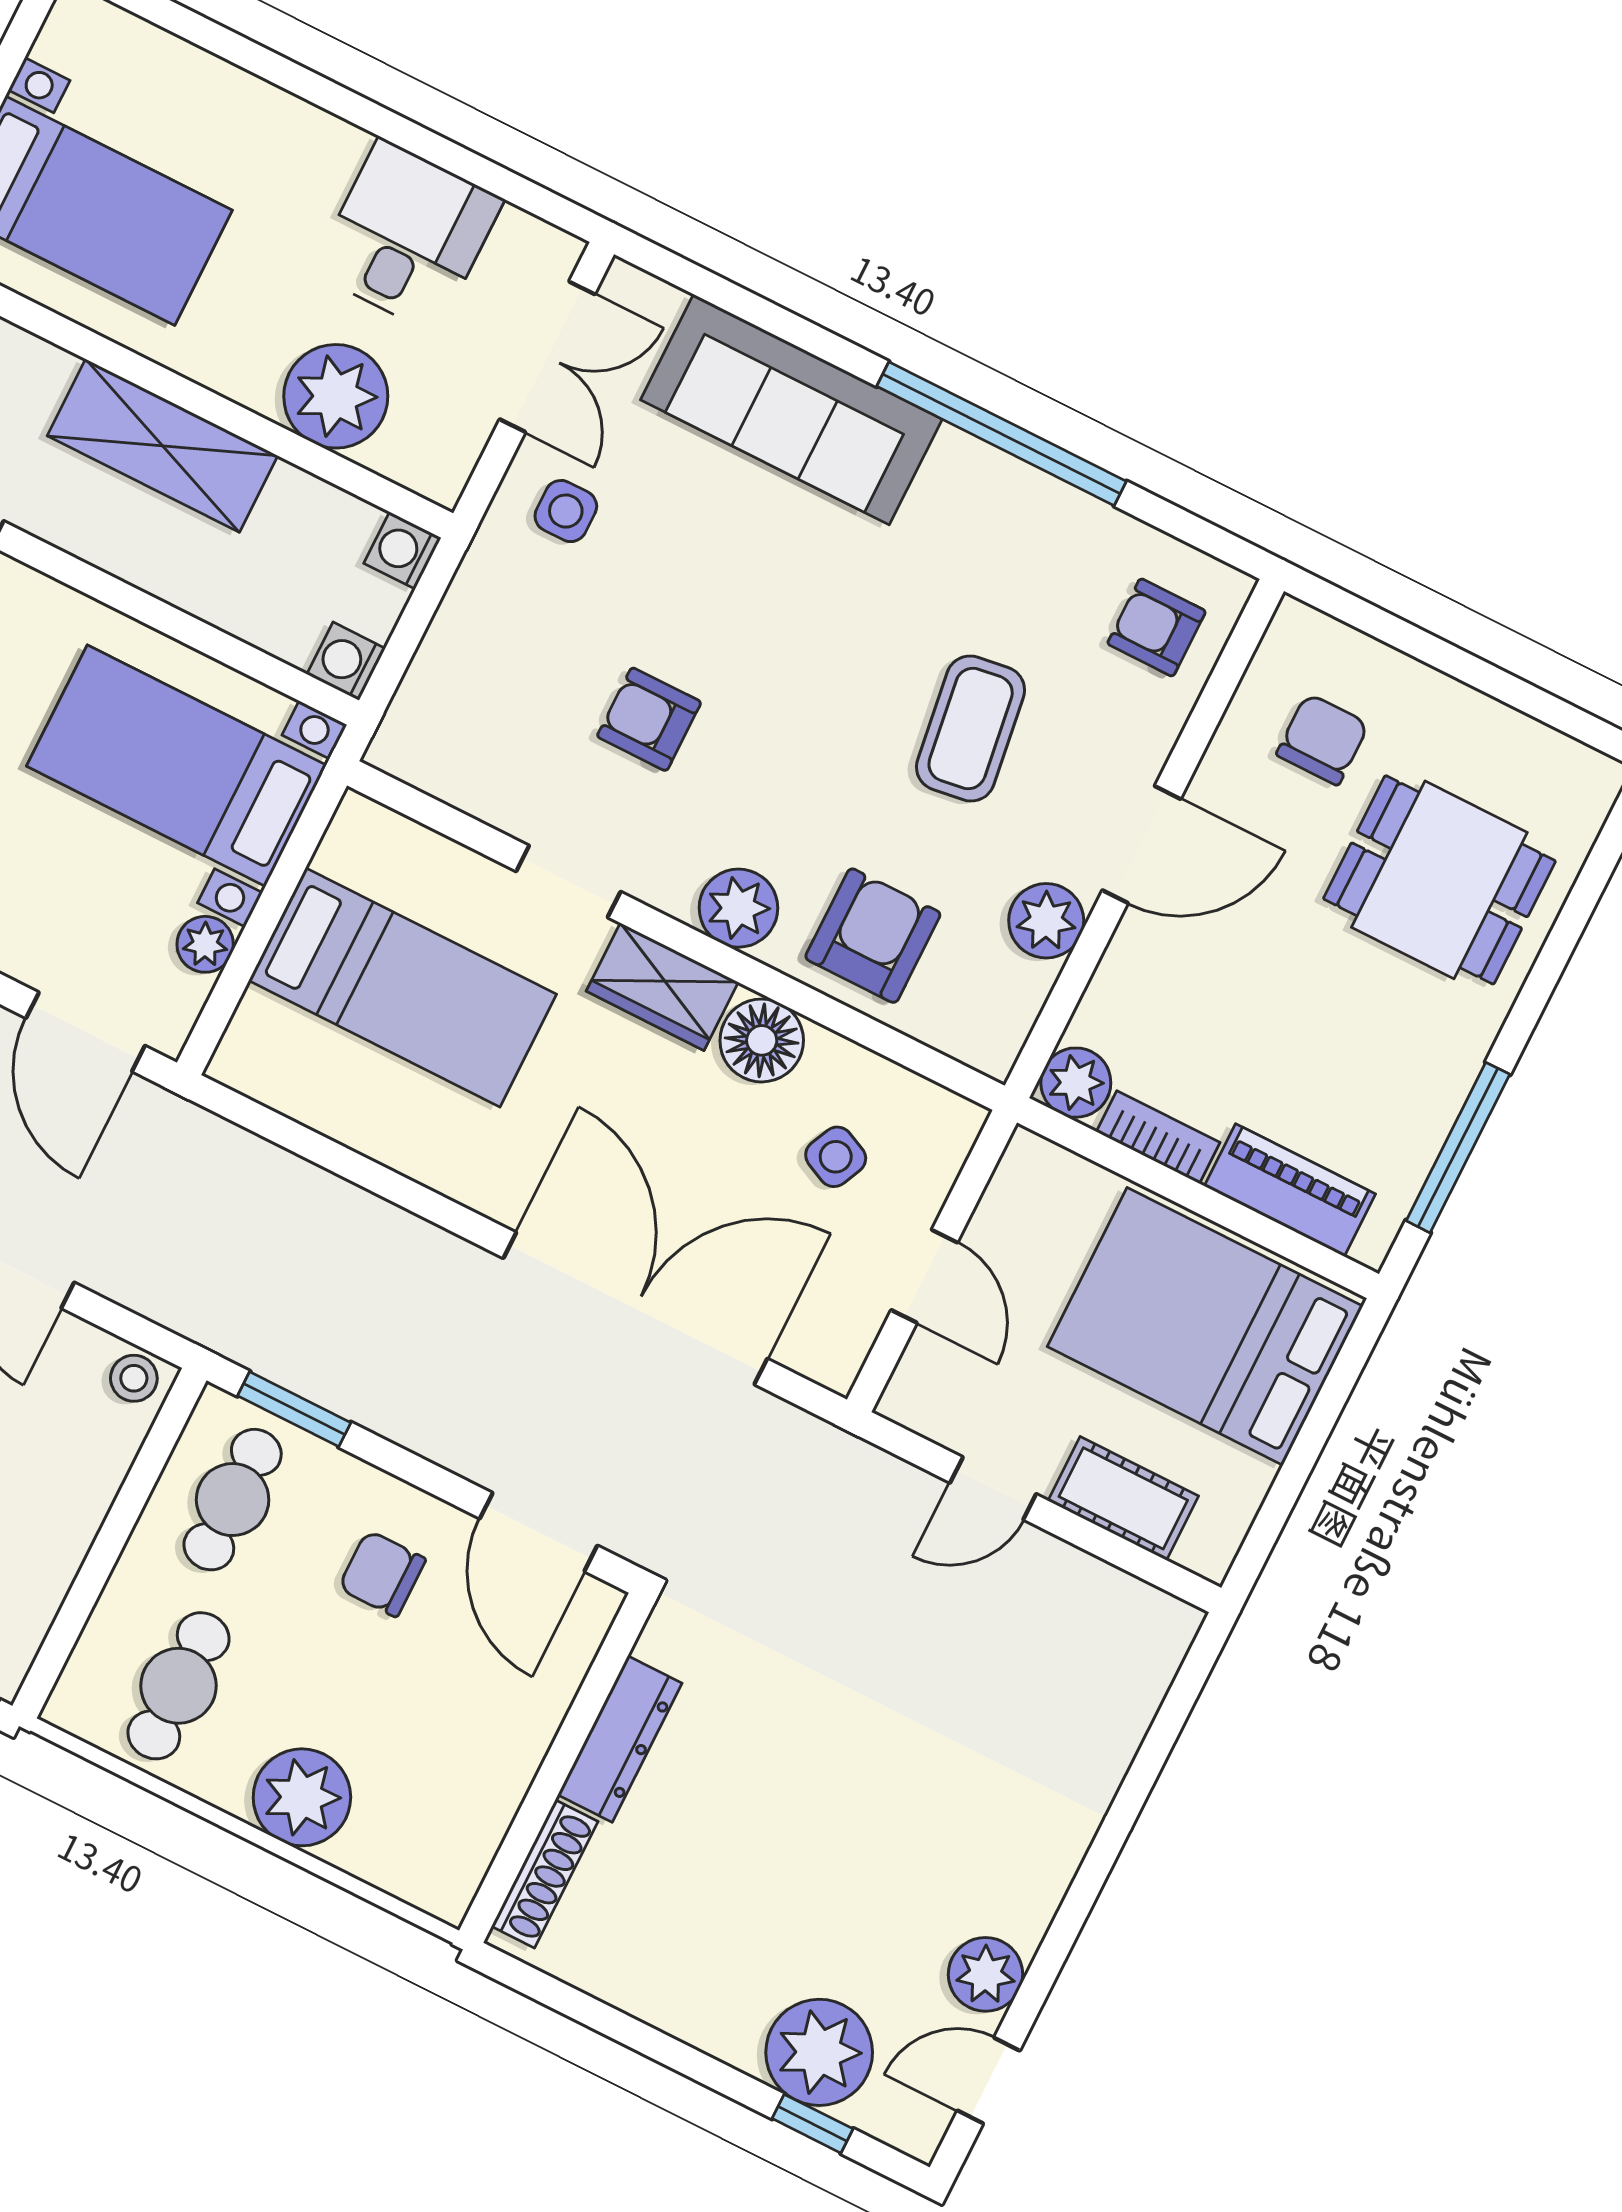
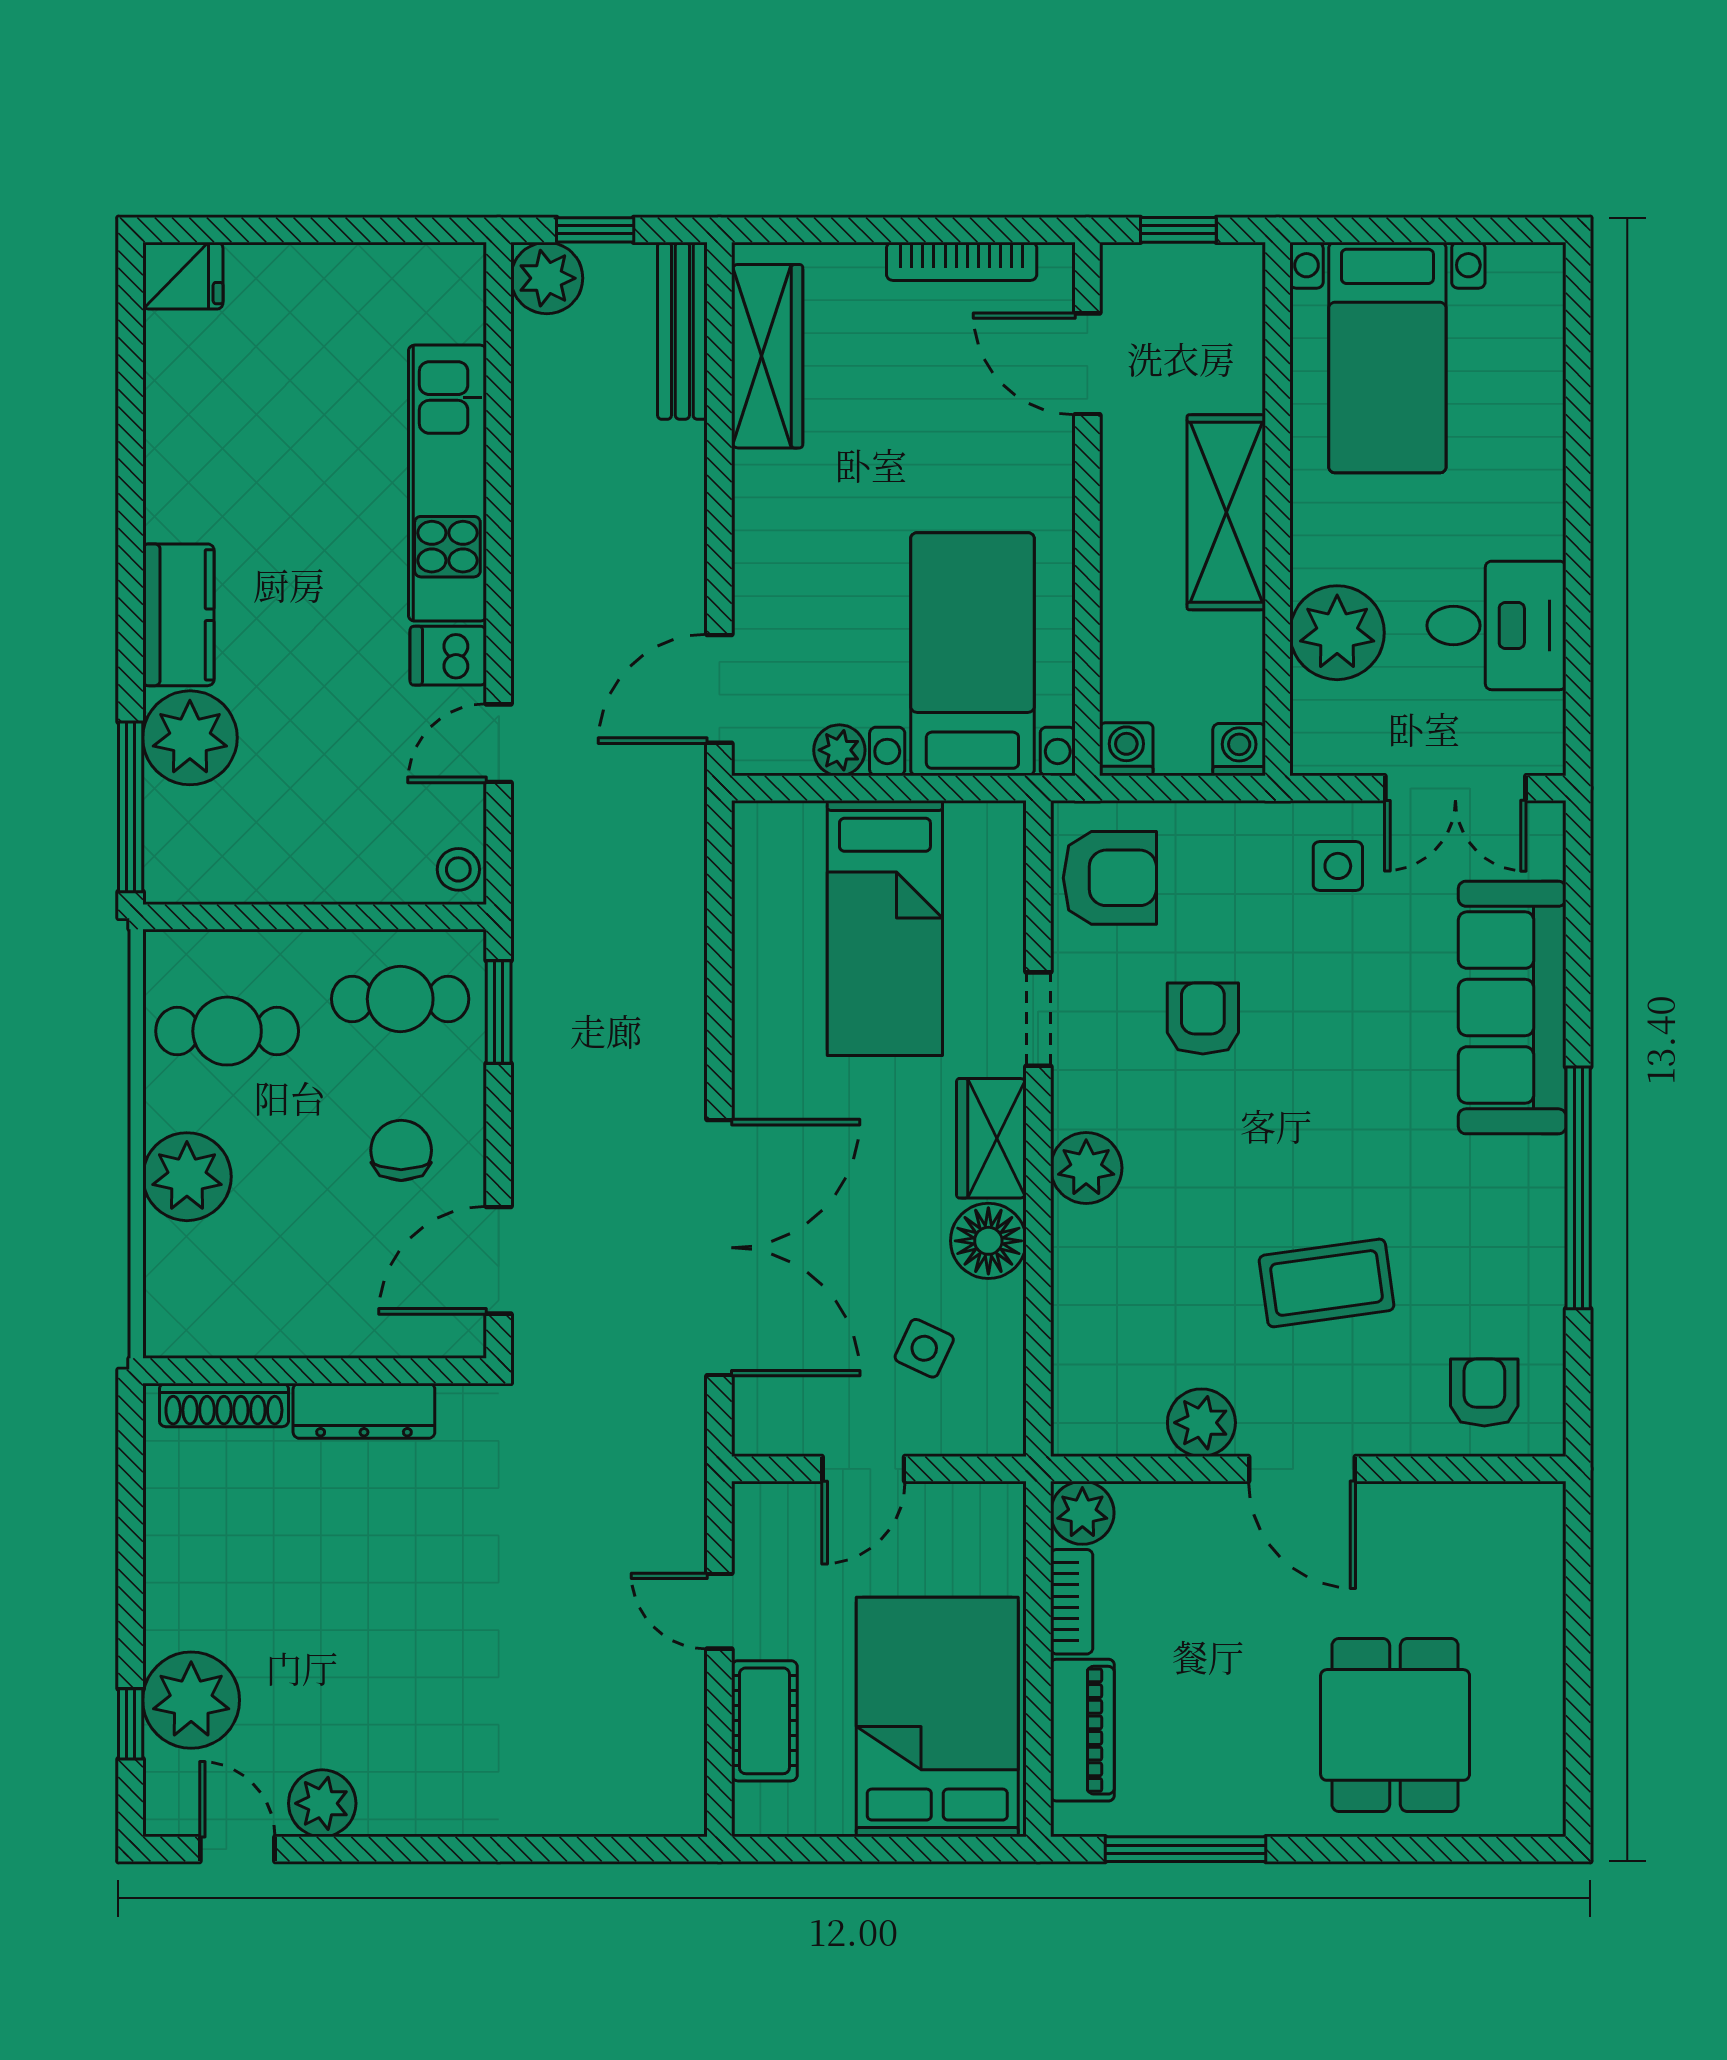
chair: (1323, 739) -> (1461, 1573), removed
armchair: (873, 936) -> (1110, 878), moved

